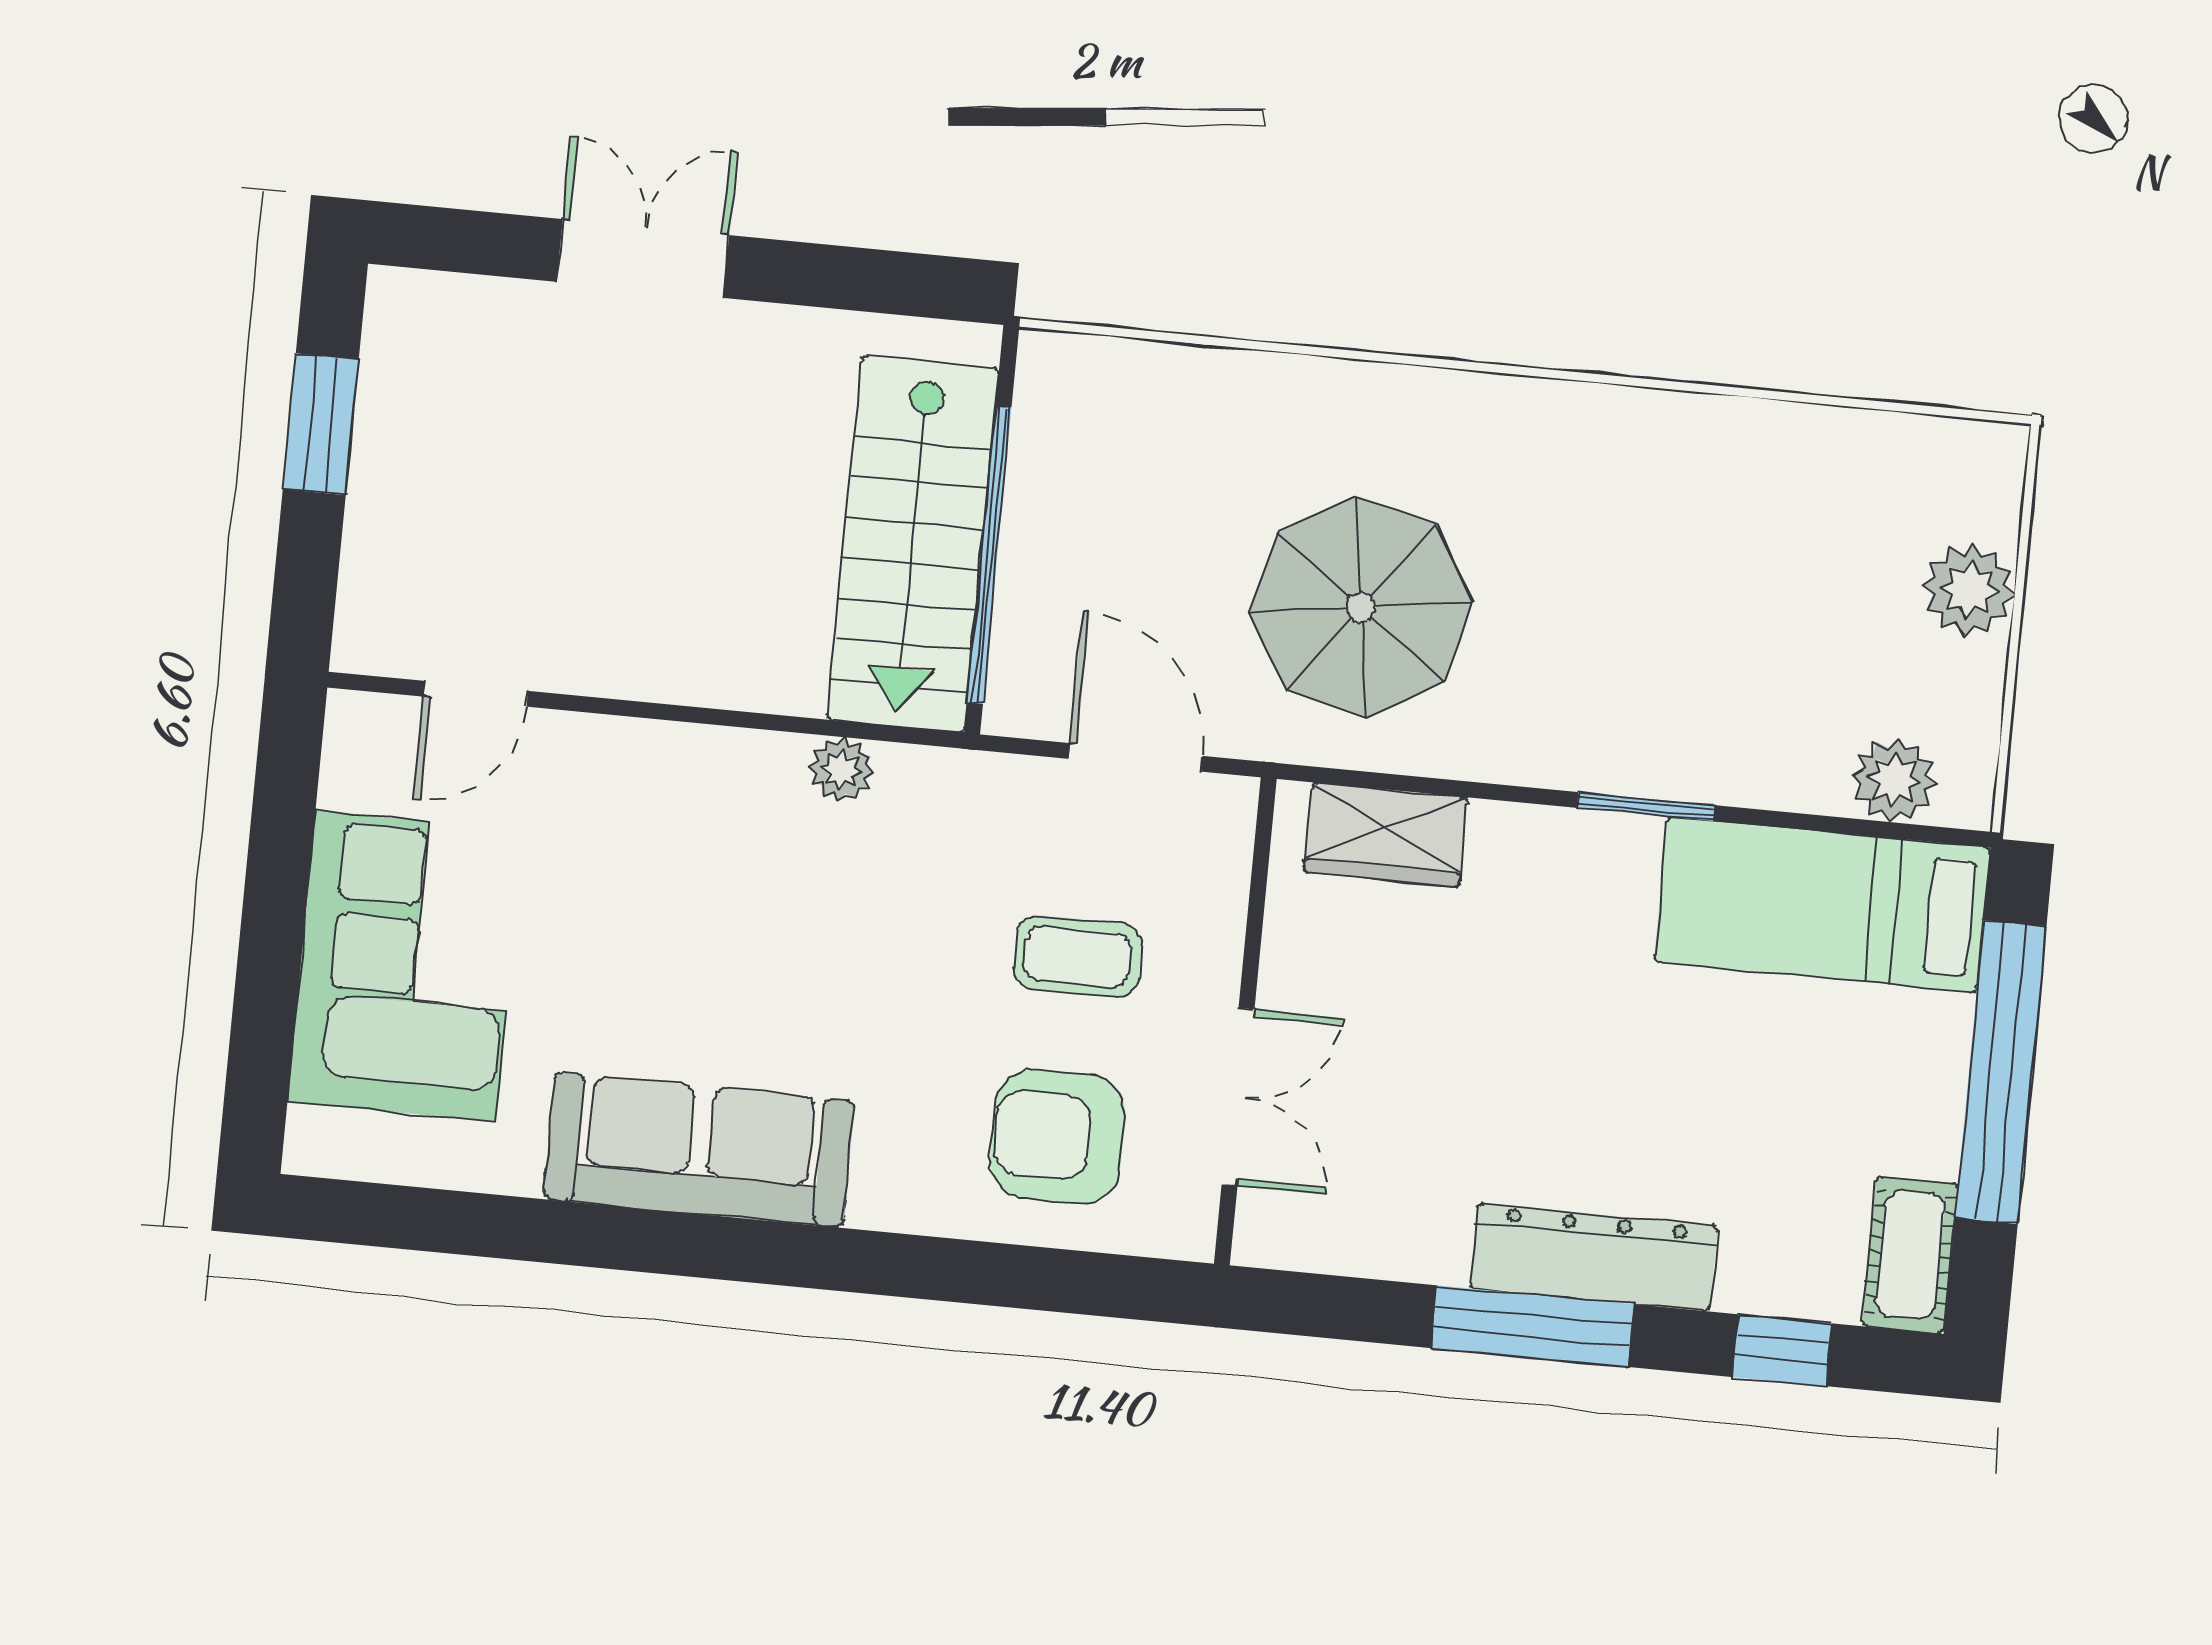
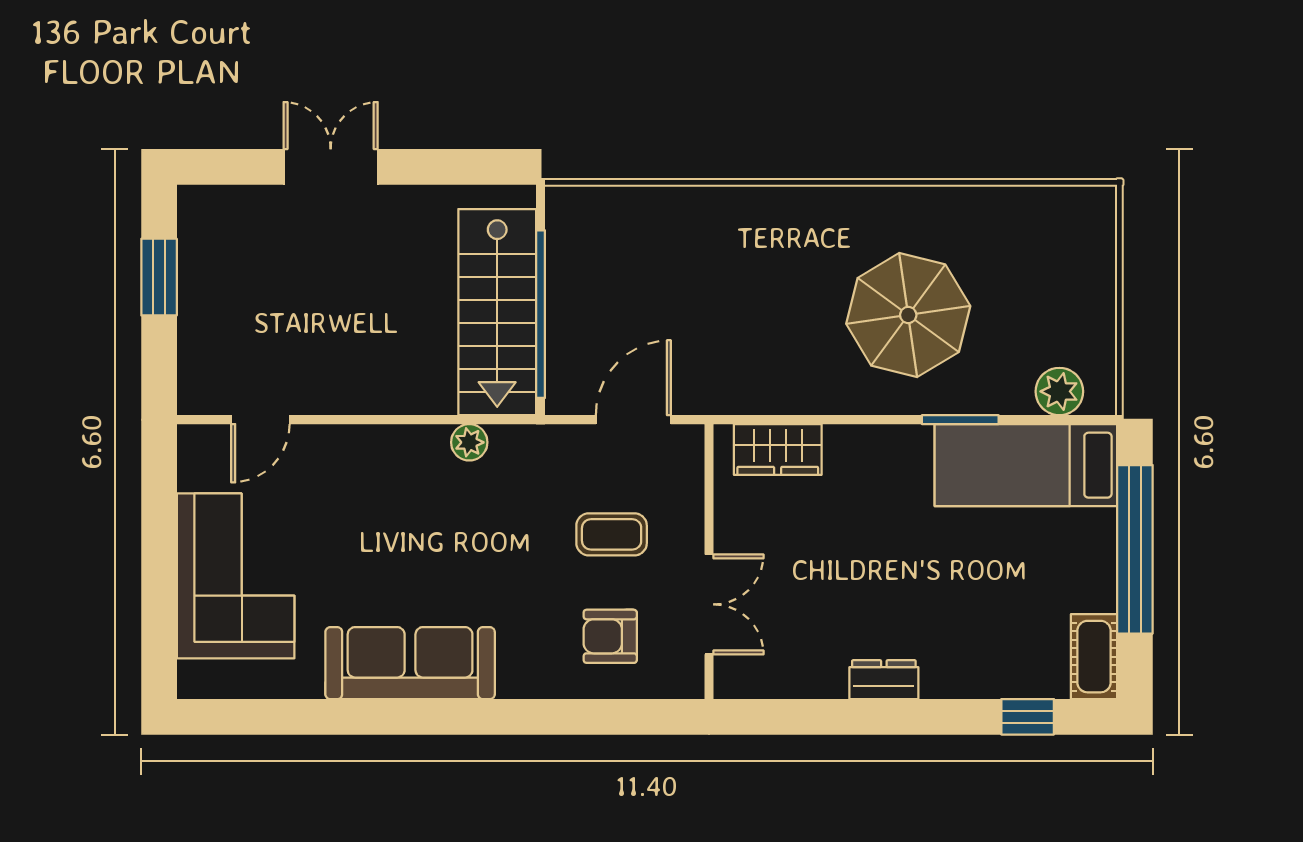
plant: (1969, 590) -> (1091, 281), removed
parasol: (1361, 607) -> (908, 315), moved
door: (1135, 757) -> (633, 420), hinge flipped
window: (1646, 806) -> (960, 420), moved
armchair: (1058, 1137) -> (610, 636), width x0.72, depth x0.72
dresser: (1594, 1257) -> (884, 680), width x0.51, depth x0.80
window: (1532, 1326) -> (886, 717), removed

